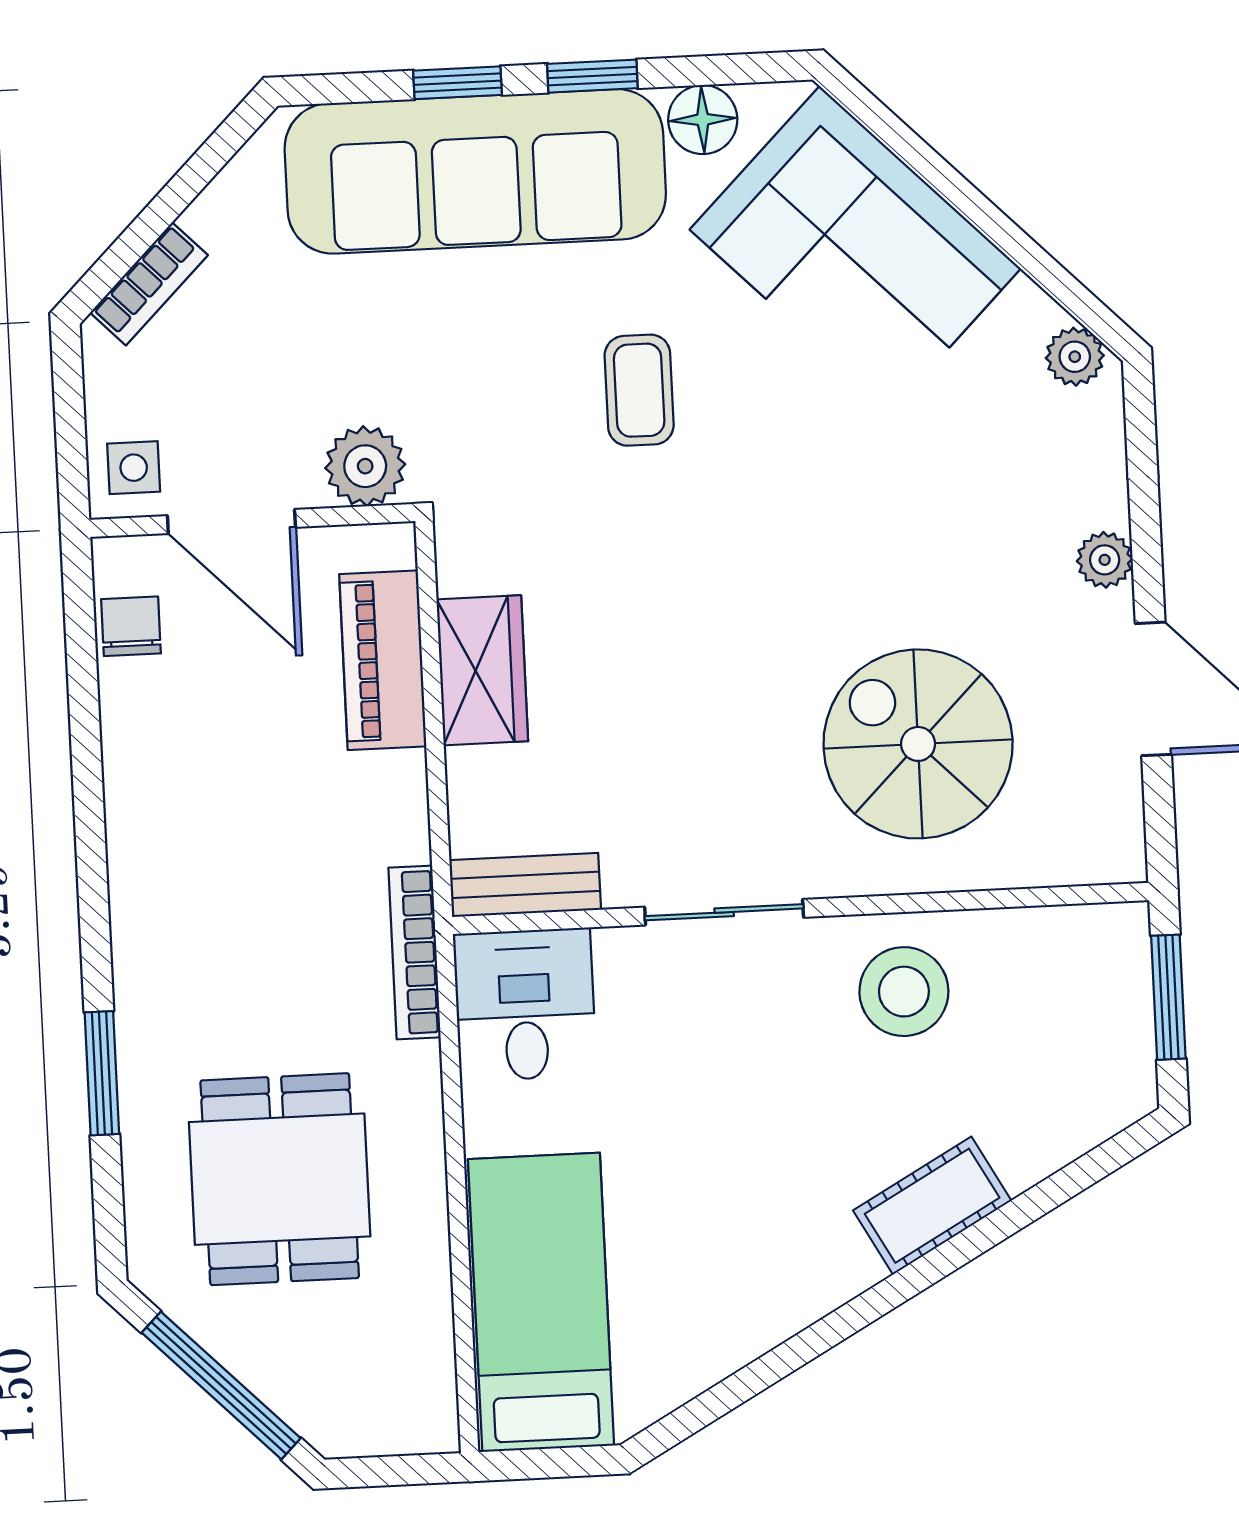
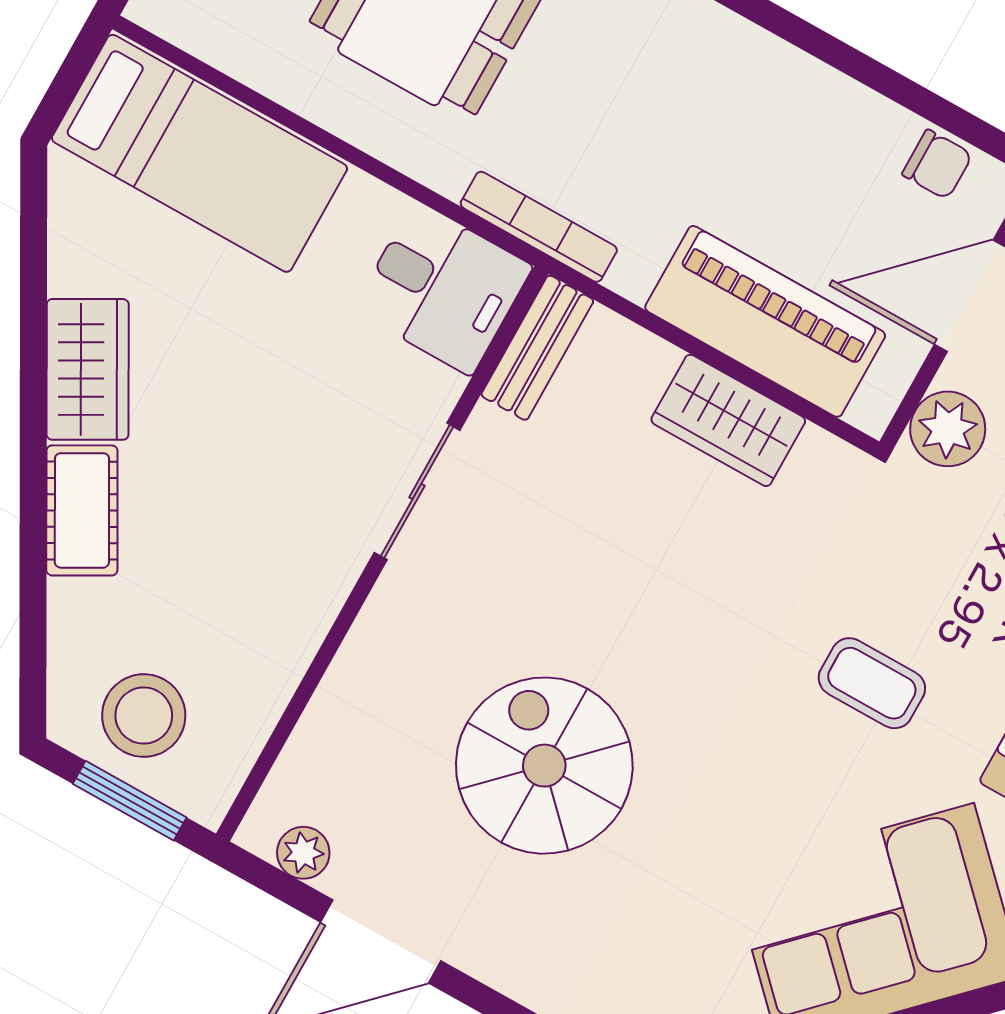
plant: (1105, 560) -> (303, 853), moved
piano: (383, 660) -> (765, 321), width x1.37, depth x1.33
spiral stairs: (918, 744) -> (544, 766), moved, turned -90
stool: (904, 992) -> (144, 716), moved
wardrobe: (801, 1281) -> (88, 369), added

